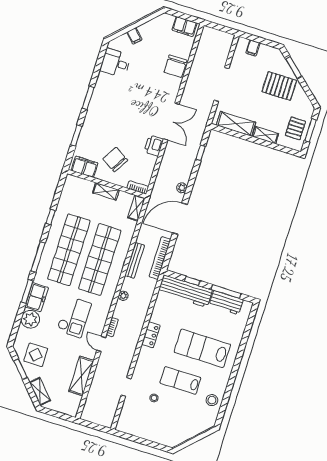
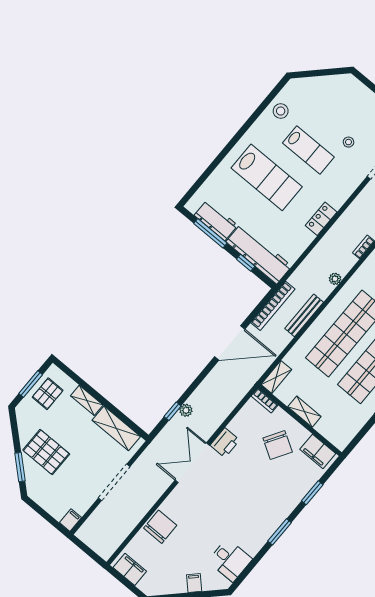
filing cabinet: (253, 48) -> (71, 520), moved
plant: (182, 188) -> (186, 410), moved

